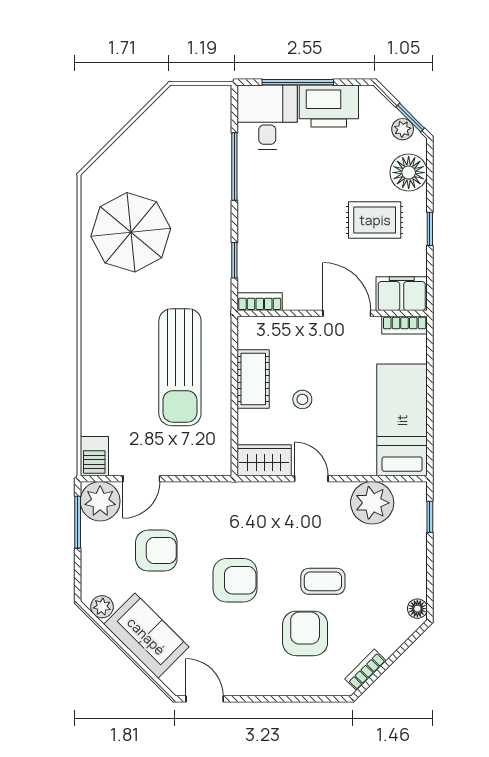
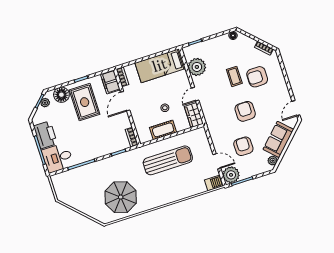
rug: (375, 220) -> (85, 102), width x1.36, depth x1.43

